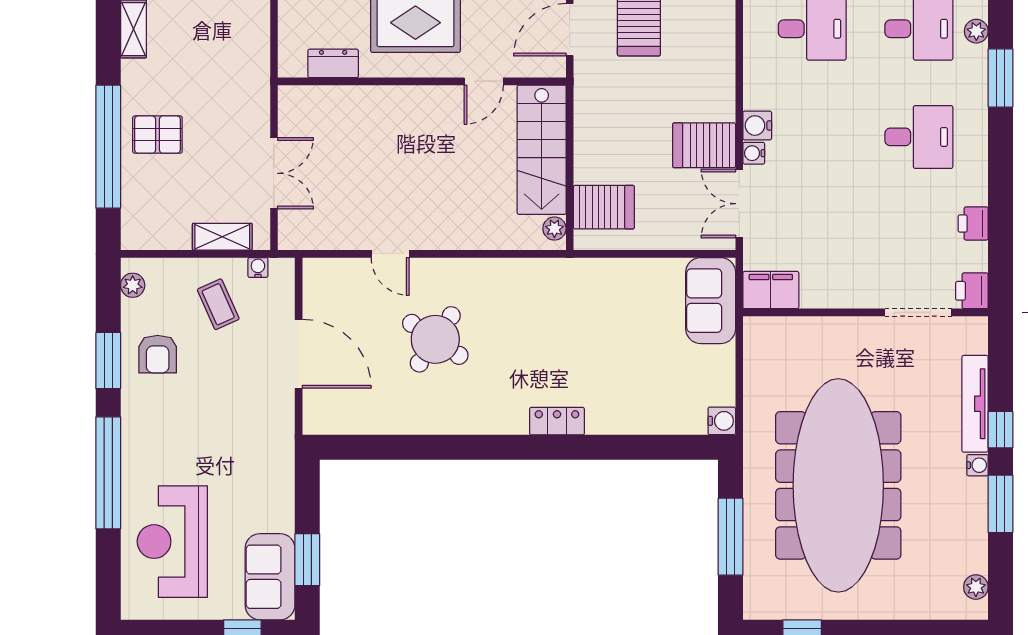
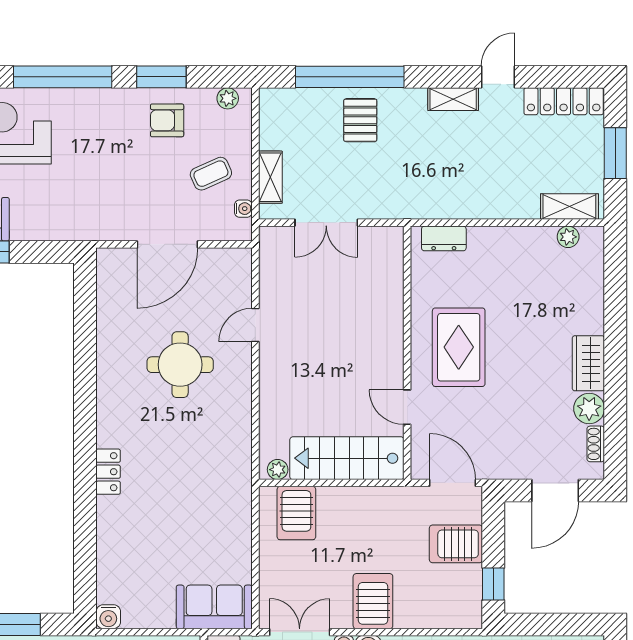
dresser: (333, 63) -> (444, 238), moved, turned 90
server rack: (704, 145) -> (373, 601), moved
round table: (435, 339) -> (180, 365), turned -34

